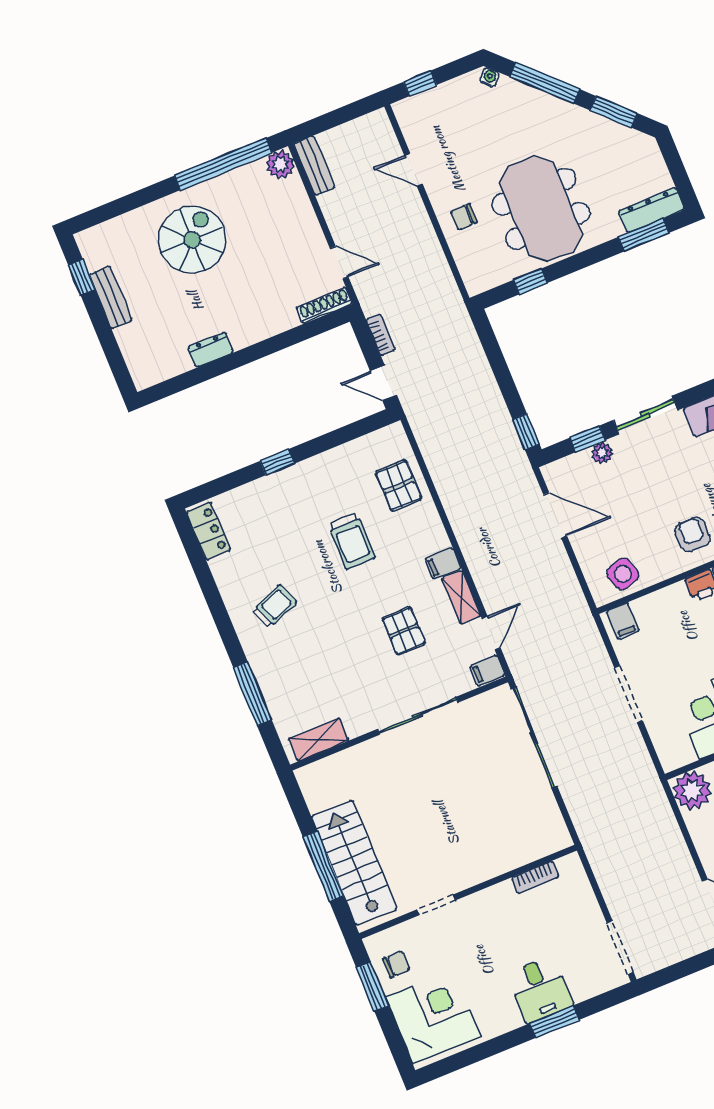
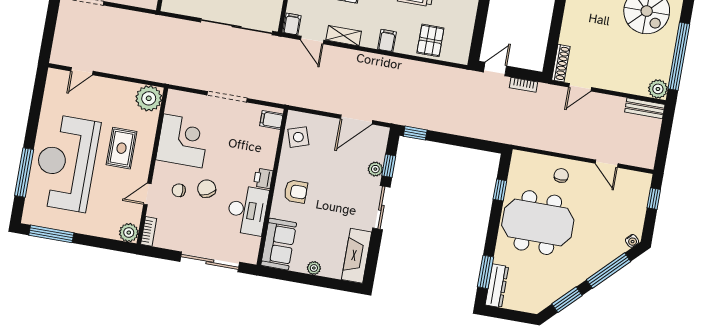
door: (413, 170) -> (607, 164), swing flipped
pallet: (399, 486) -> (430, 40), turned 90
filing cabinet: (443, 564) -> (387, 41), moved

